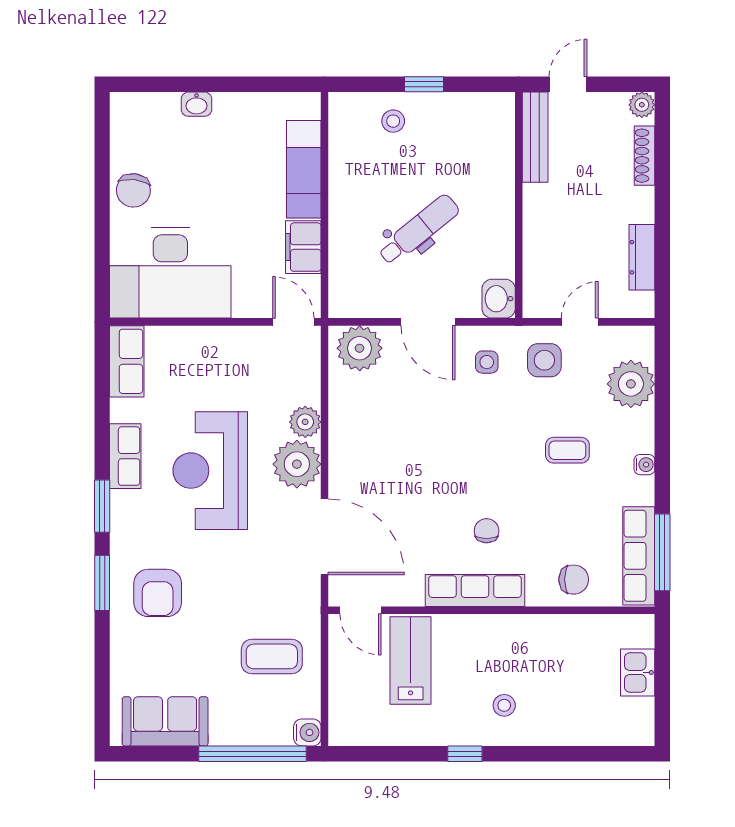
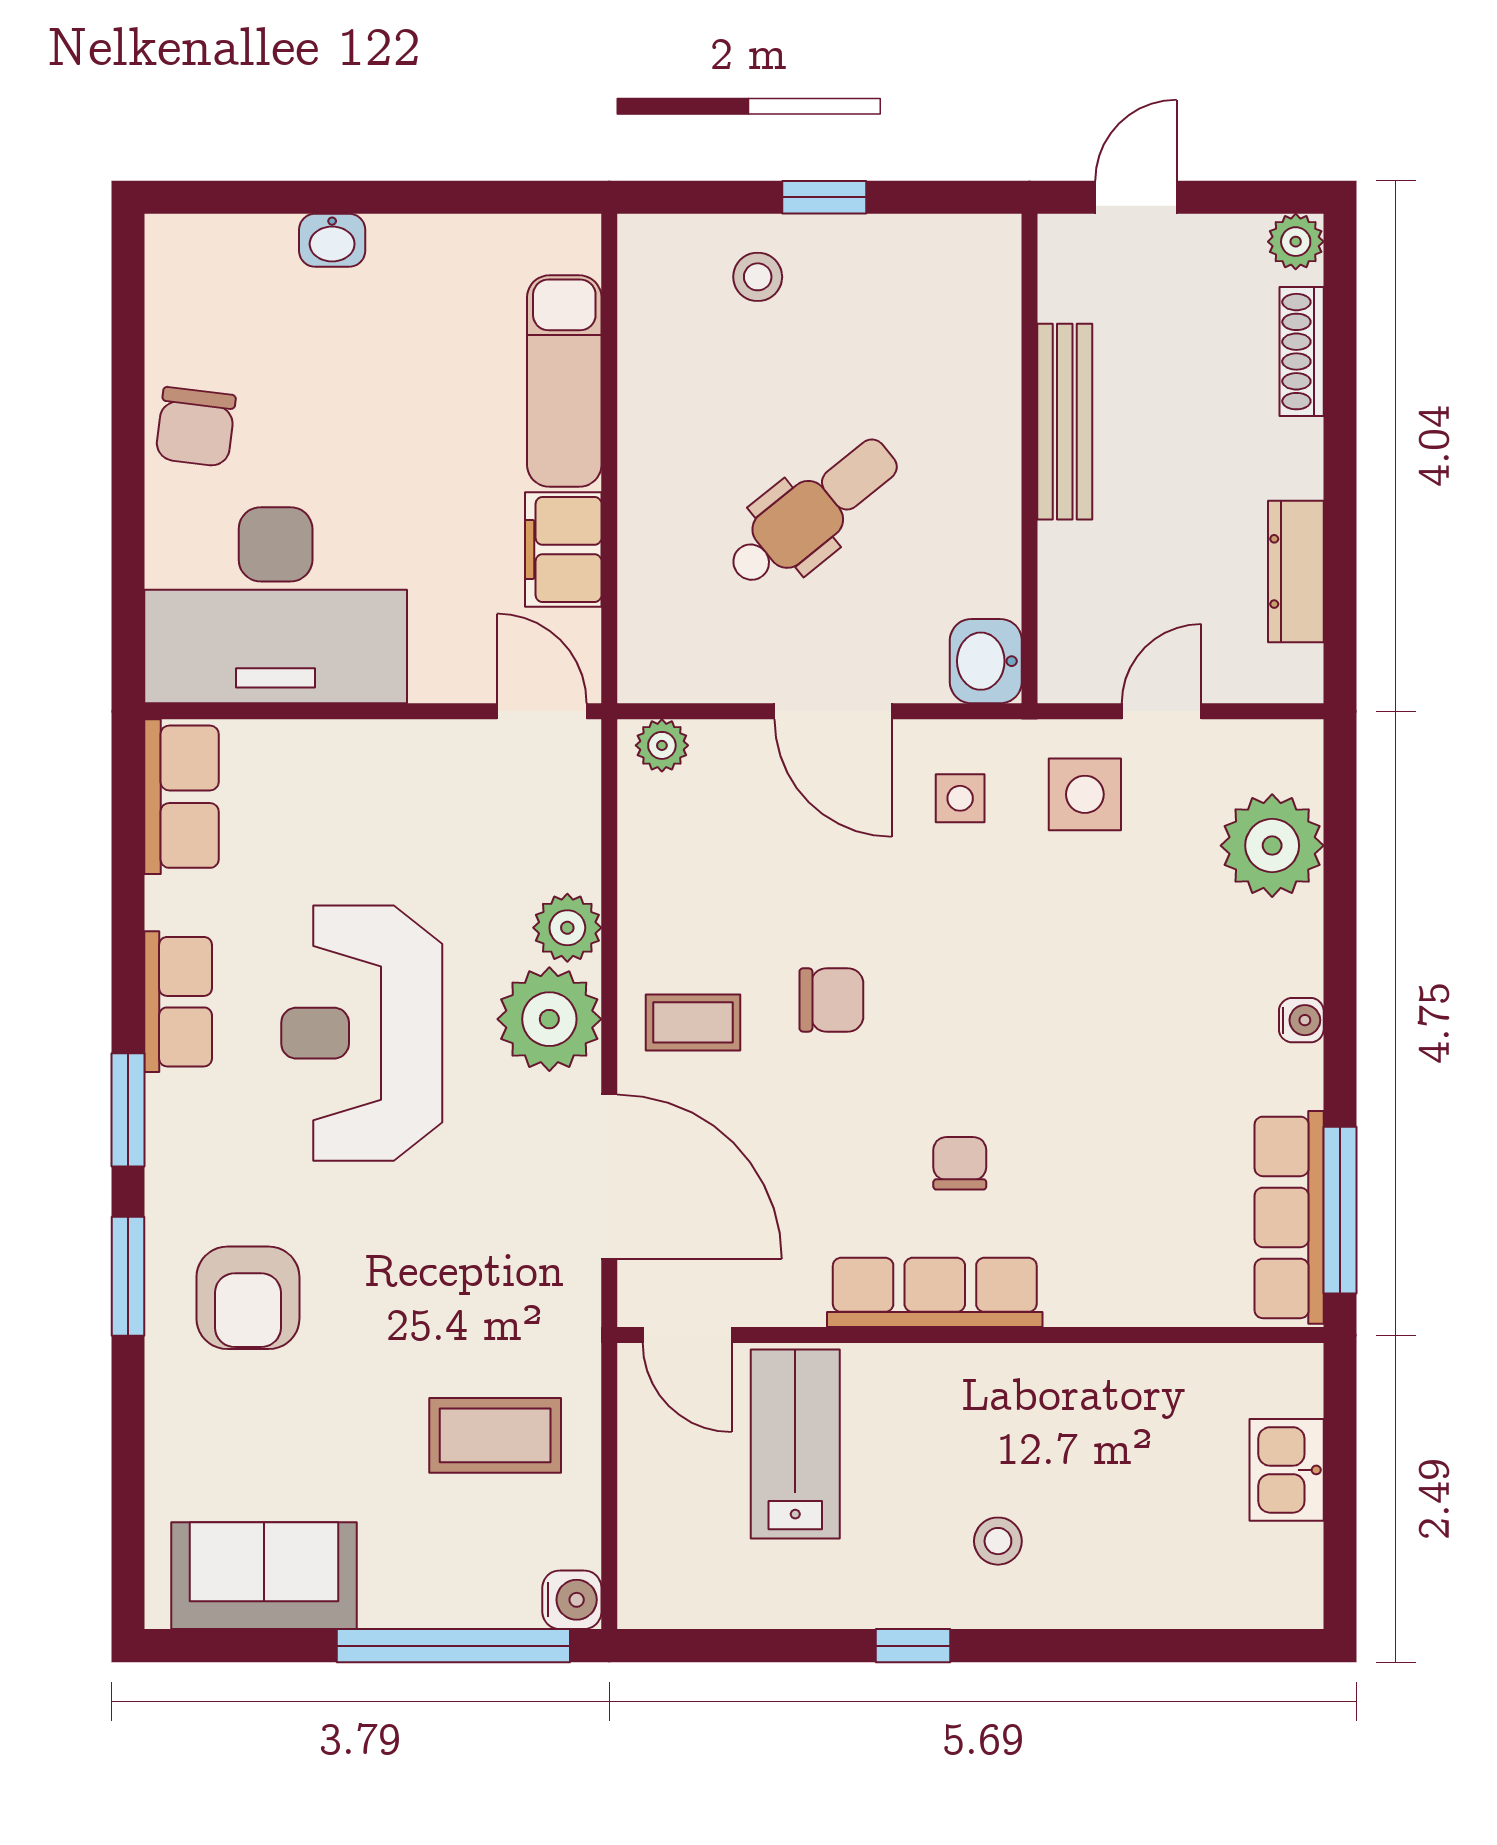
bench: (535, 137) -> (1065, 422), moved
plant: (360, 348) -> (662, 745), width x0.53, depth x0.53
coffee table: (567, 450) -> (693, 1022), moved
chair: (574, 580) -> (831, 1000), moved

